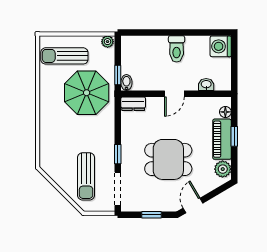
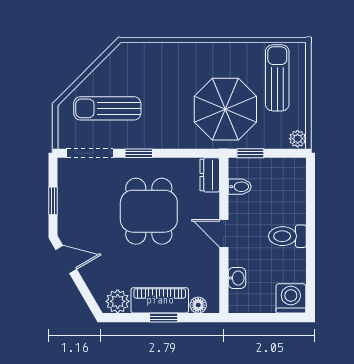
bidet: (126, 83) -> (240, 187), moved
dining table: (168, 159) -> (149, 211), moved

